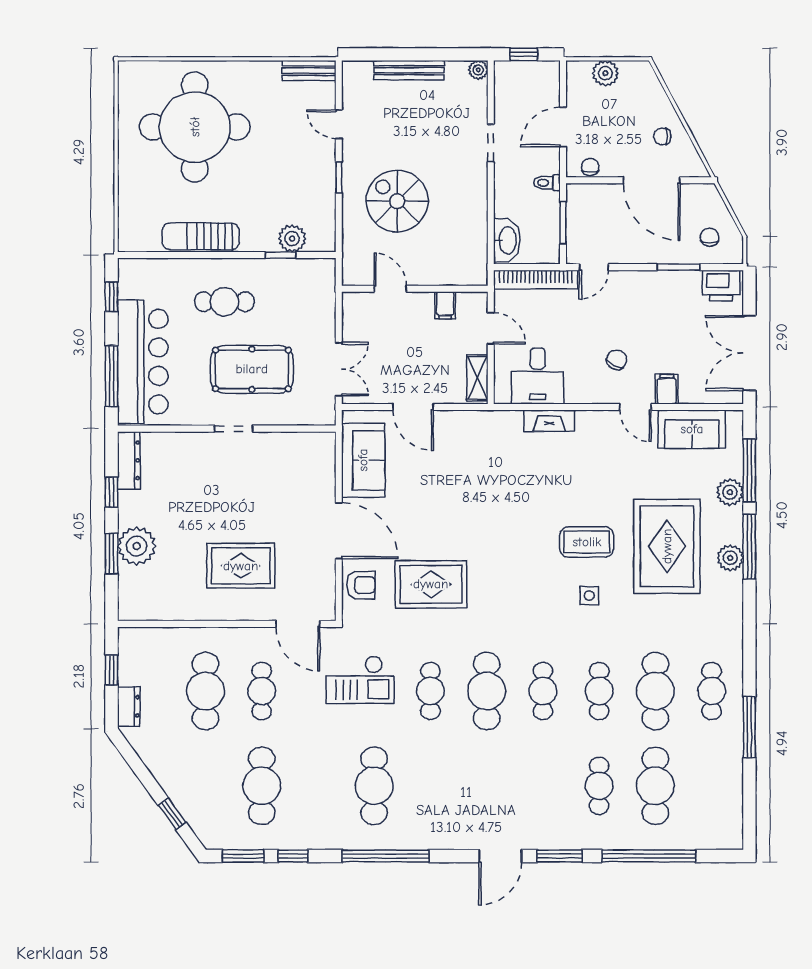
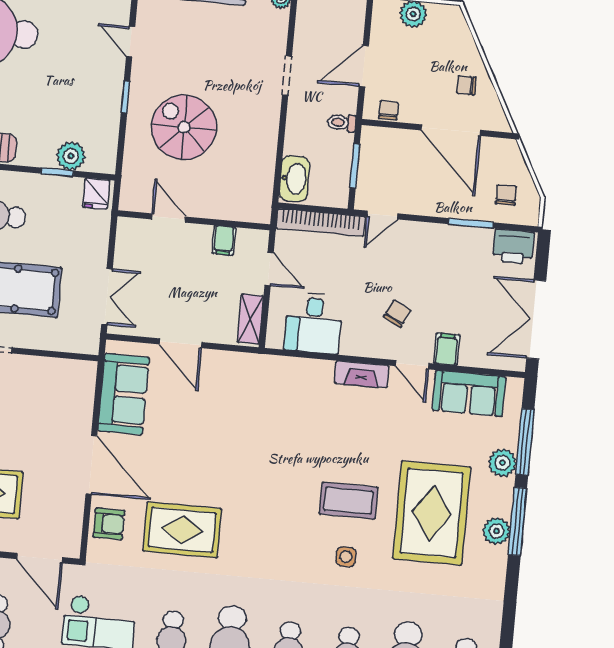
fridge: (319, 272) -> (96, 194), added
fireplace: (549, 421) -> (362, 374), moved

